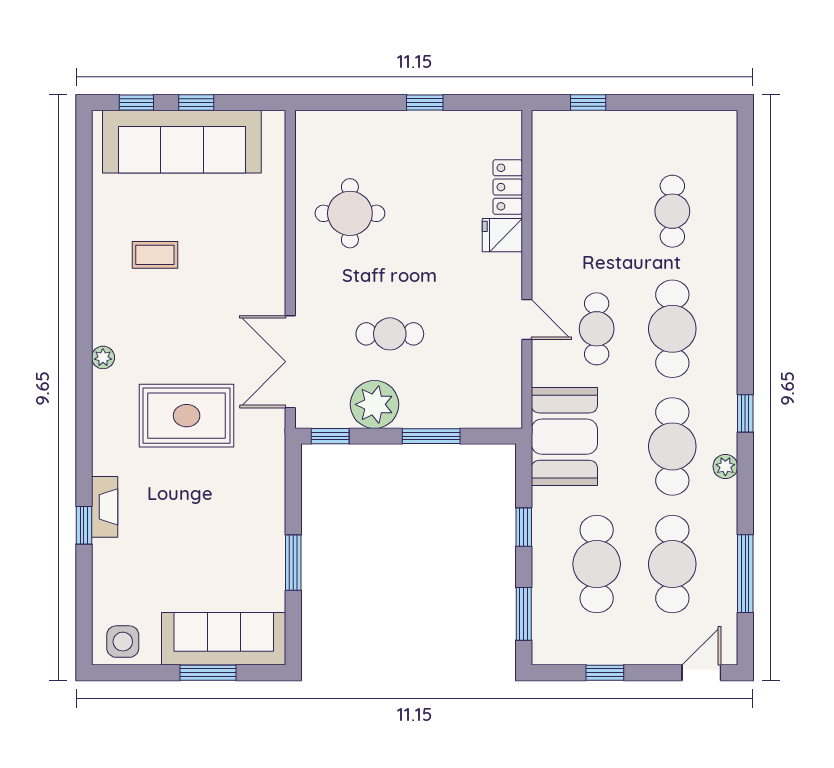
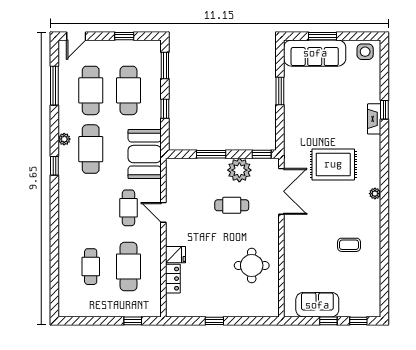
sofa: (182, 142) -> (317, 305), width x0.54, depth x0.79
cafe table: (672, 329) -> (128, 267), moved

